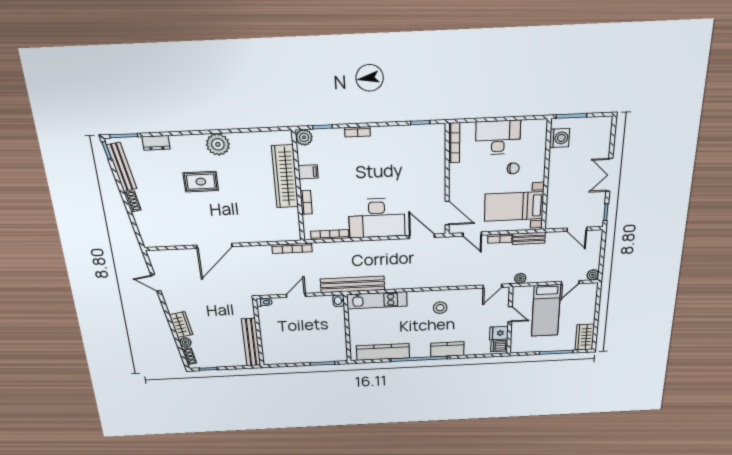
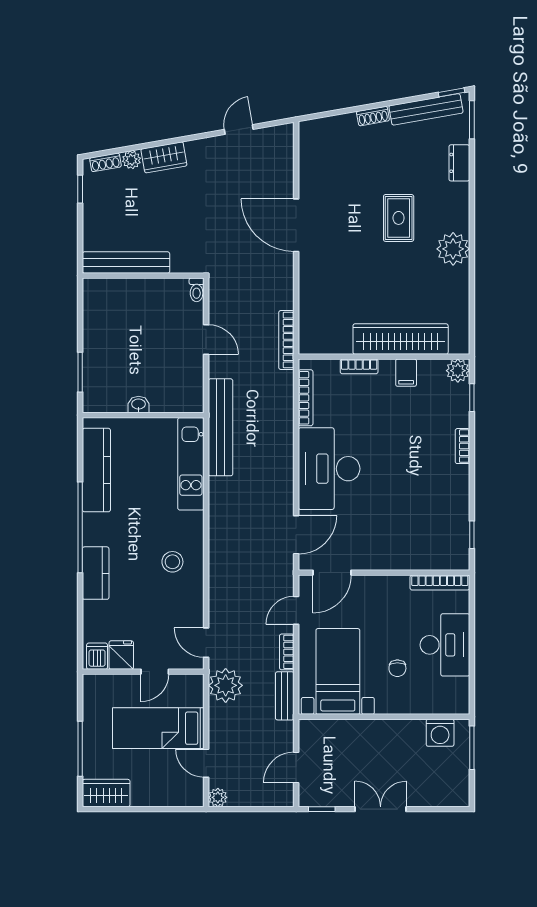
plant: (520, 278) -> (226, 685), width x1.88, depth x1.88
washbasin: (339, 301) -> (139, 405), moved

